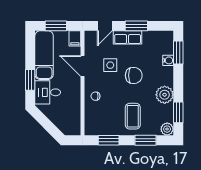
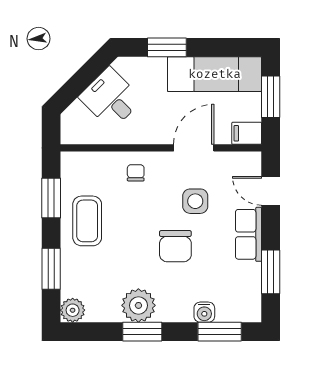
window: (136, 26) -> (271, 272), moved
desk: (48, 92) -> (111, 98), moved, turned -45
window: (178, 112) -> (142, 332), moved
coffee table: (133, 116) -> (87, 221), moved, turned 90

